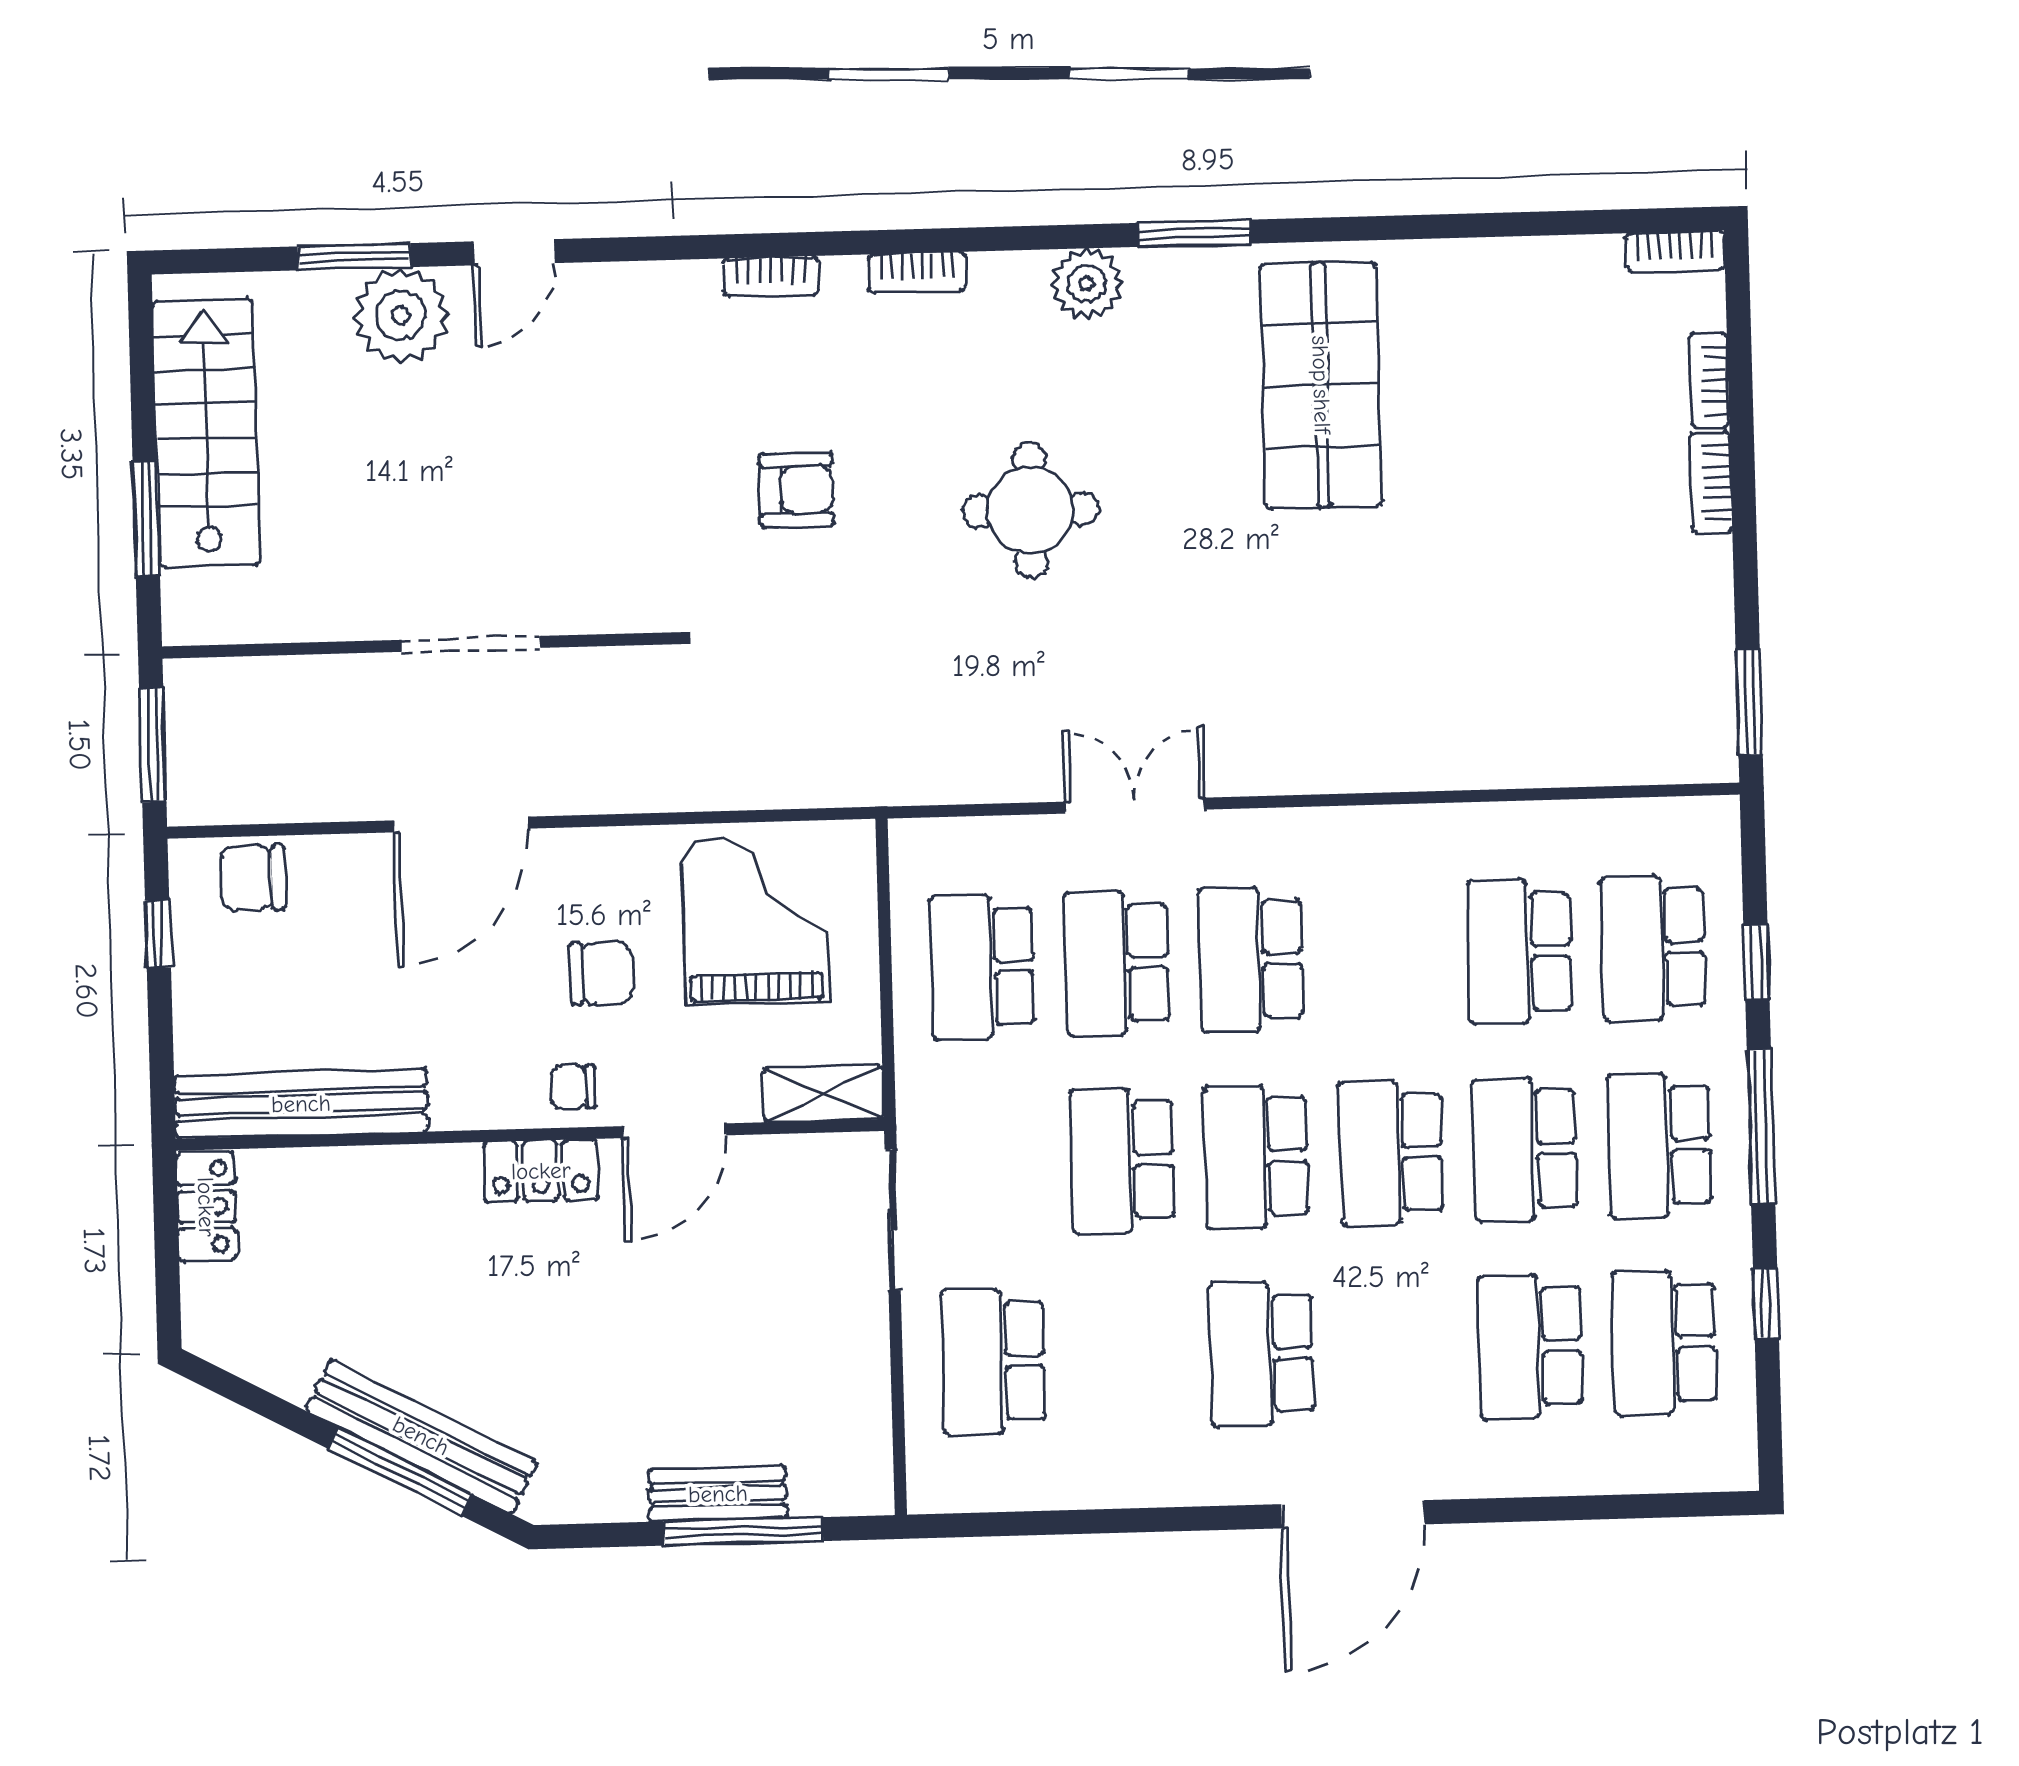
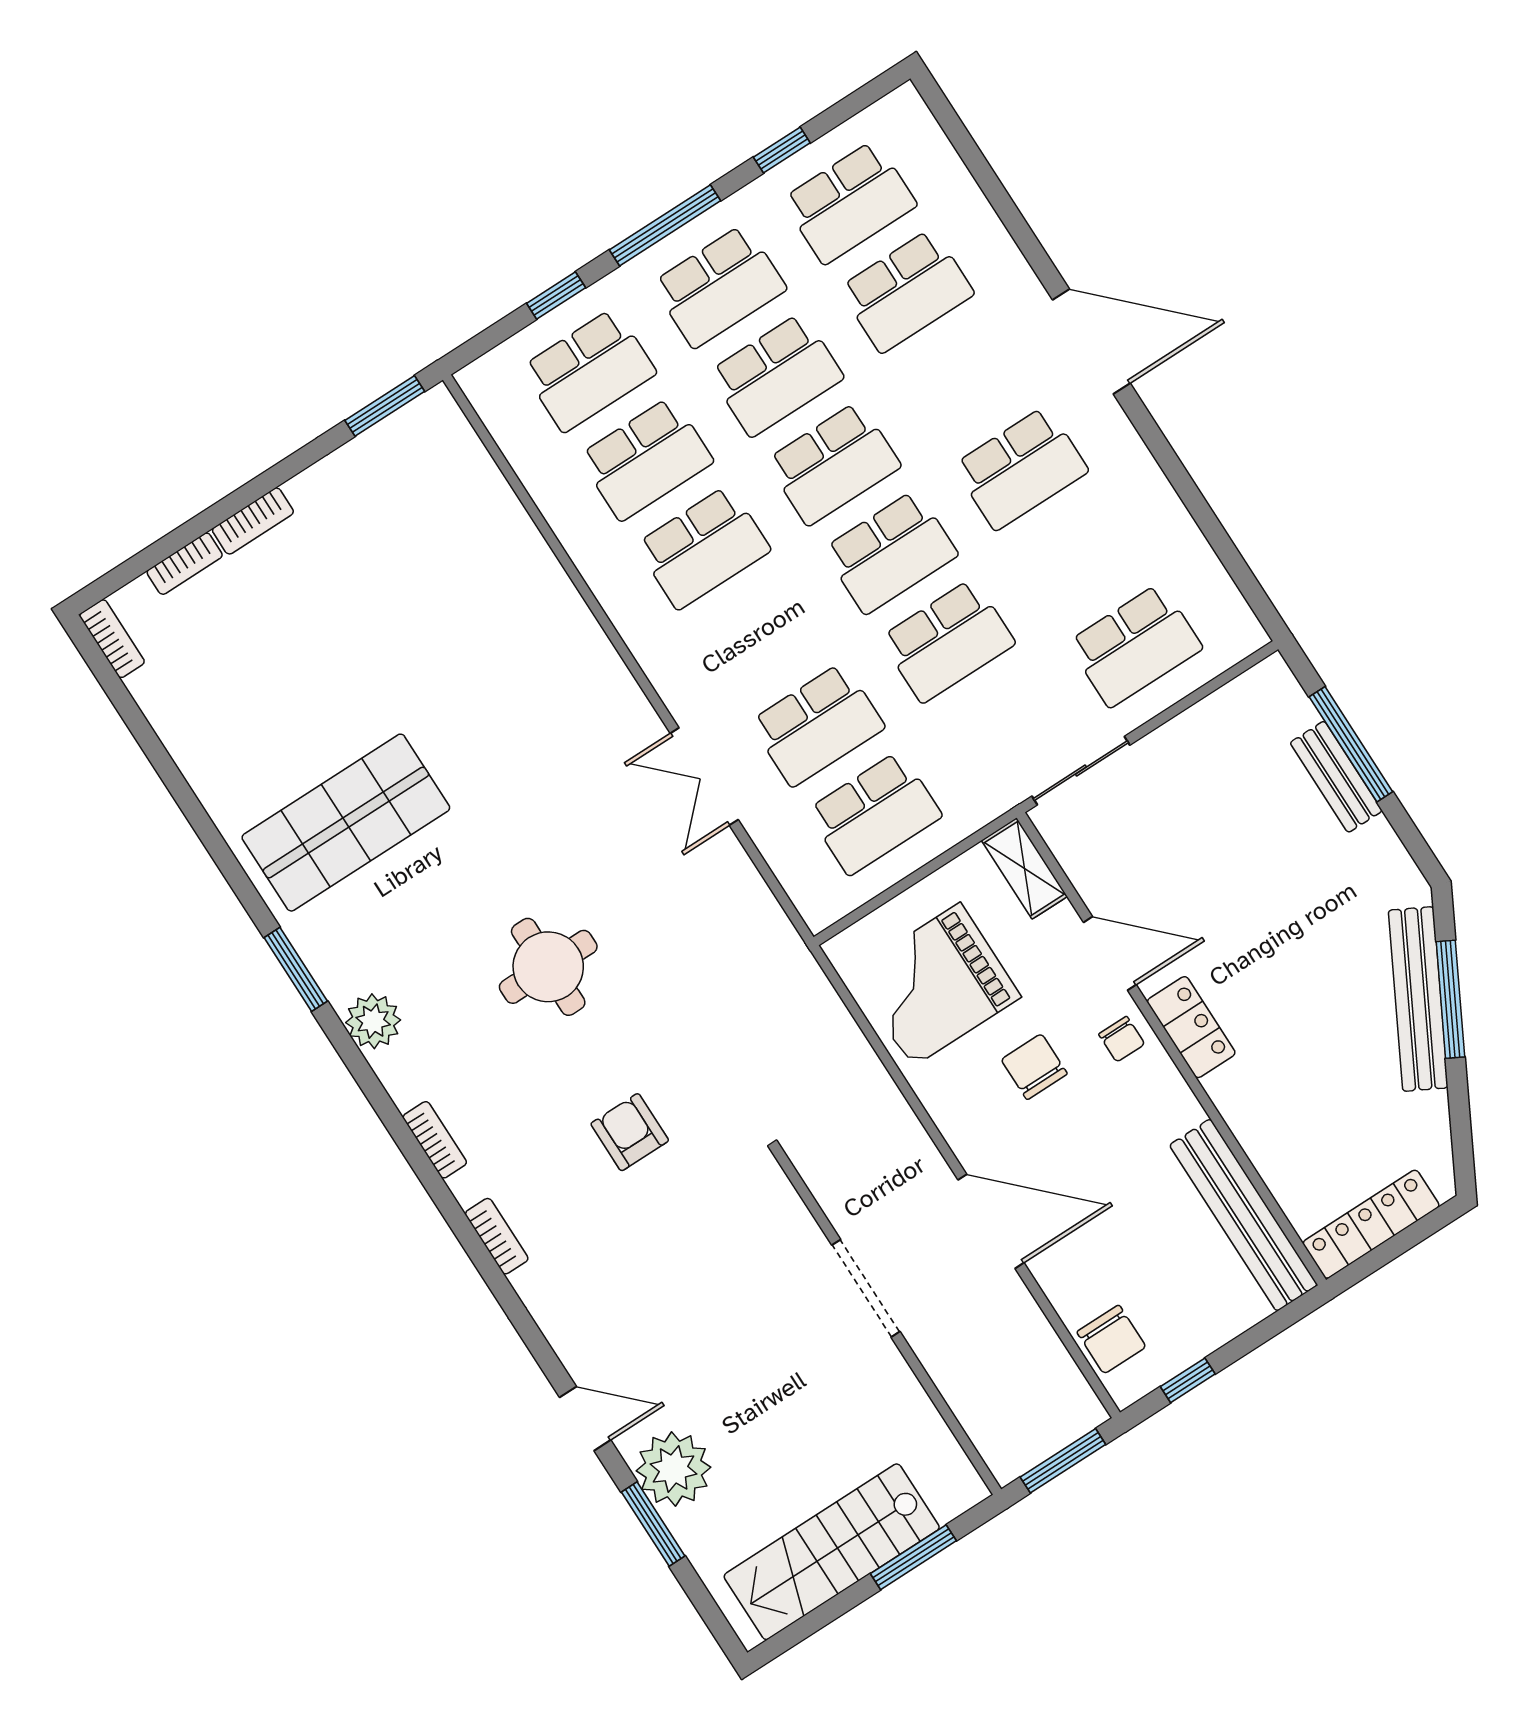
school desk: (1251, 959) -> (703, 547), moved
locker: (206, 1207) -> (1371, 1224), width x1.53

